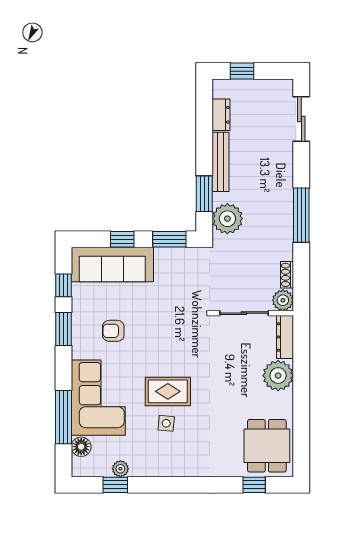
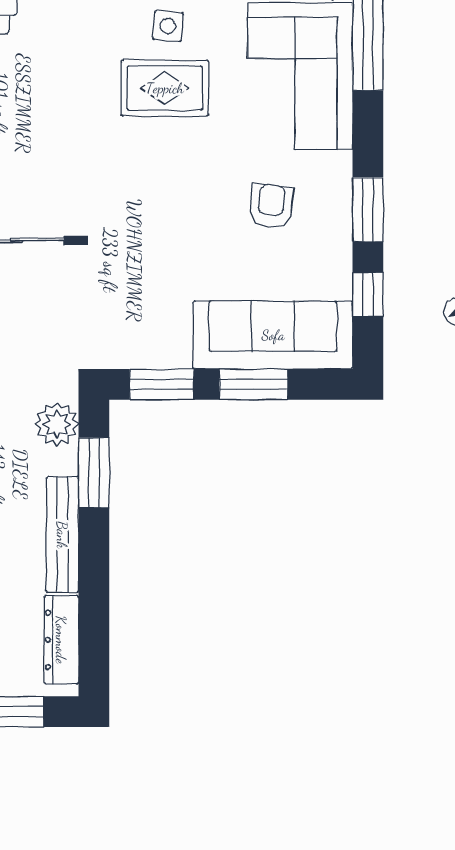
dresser: (221, 115) -> (61, 640), width x1.44
plant: (227, 219) -> (57, 424), width x0.73, depth x0.73
window: (122, 239) -> (253, 384), width x1.50
armchair: (113, 331) -> (271, 206), turned -84

